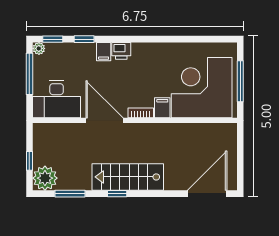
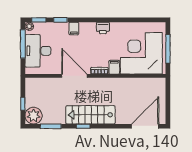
printer: (121, 51) -> (103, 28), moved
desk: (57, 99) -> (38, 51), moved, turned 90

